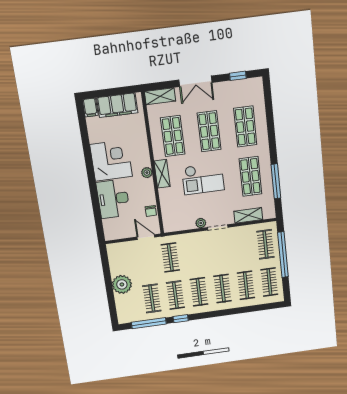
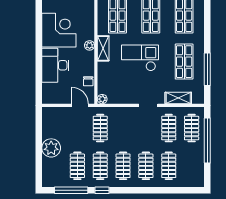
checkout: (203, 179) -> (140, 58), turned 180
plant: (201, 223) -> (102, 99), moved
clothes rail: (269, 282) -> (169, 128), moved

